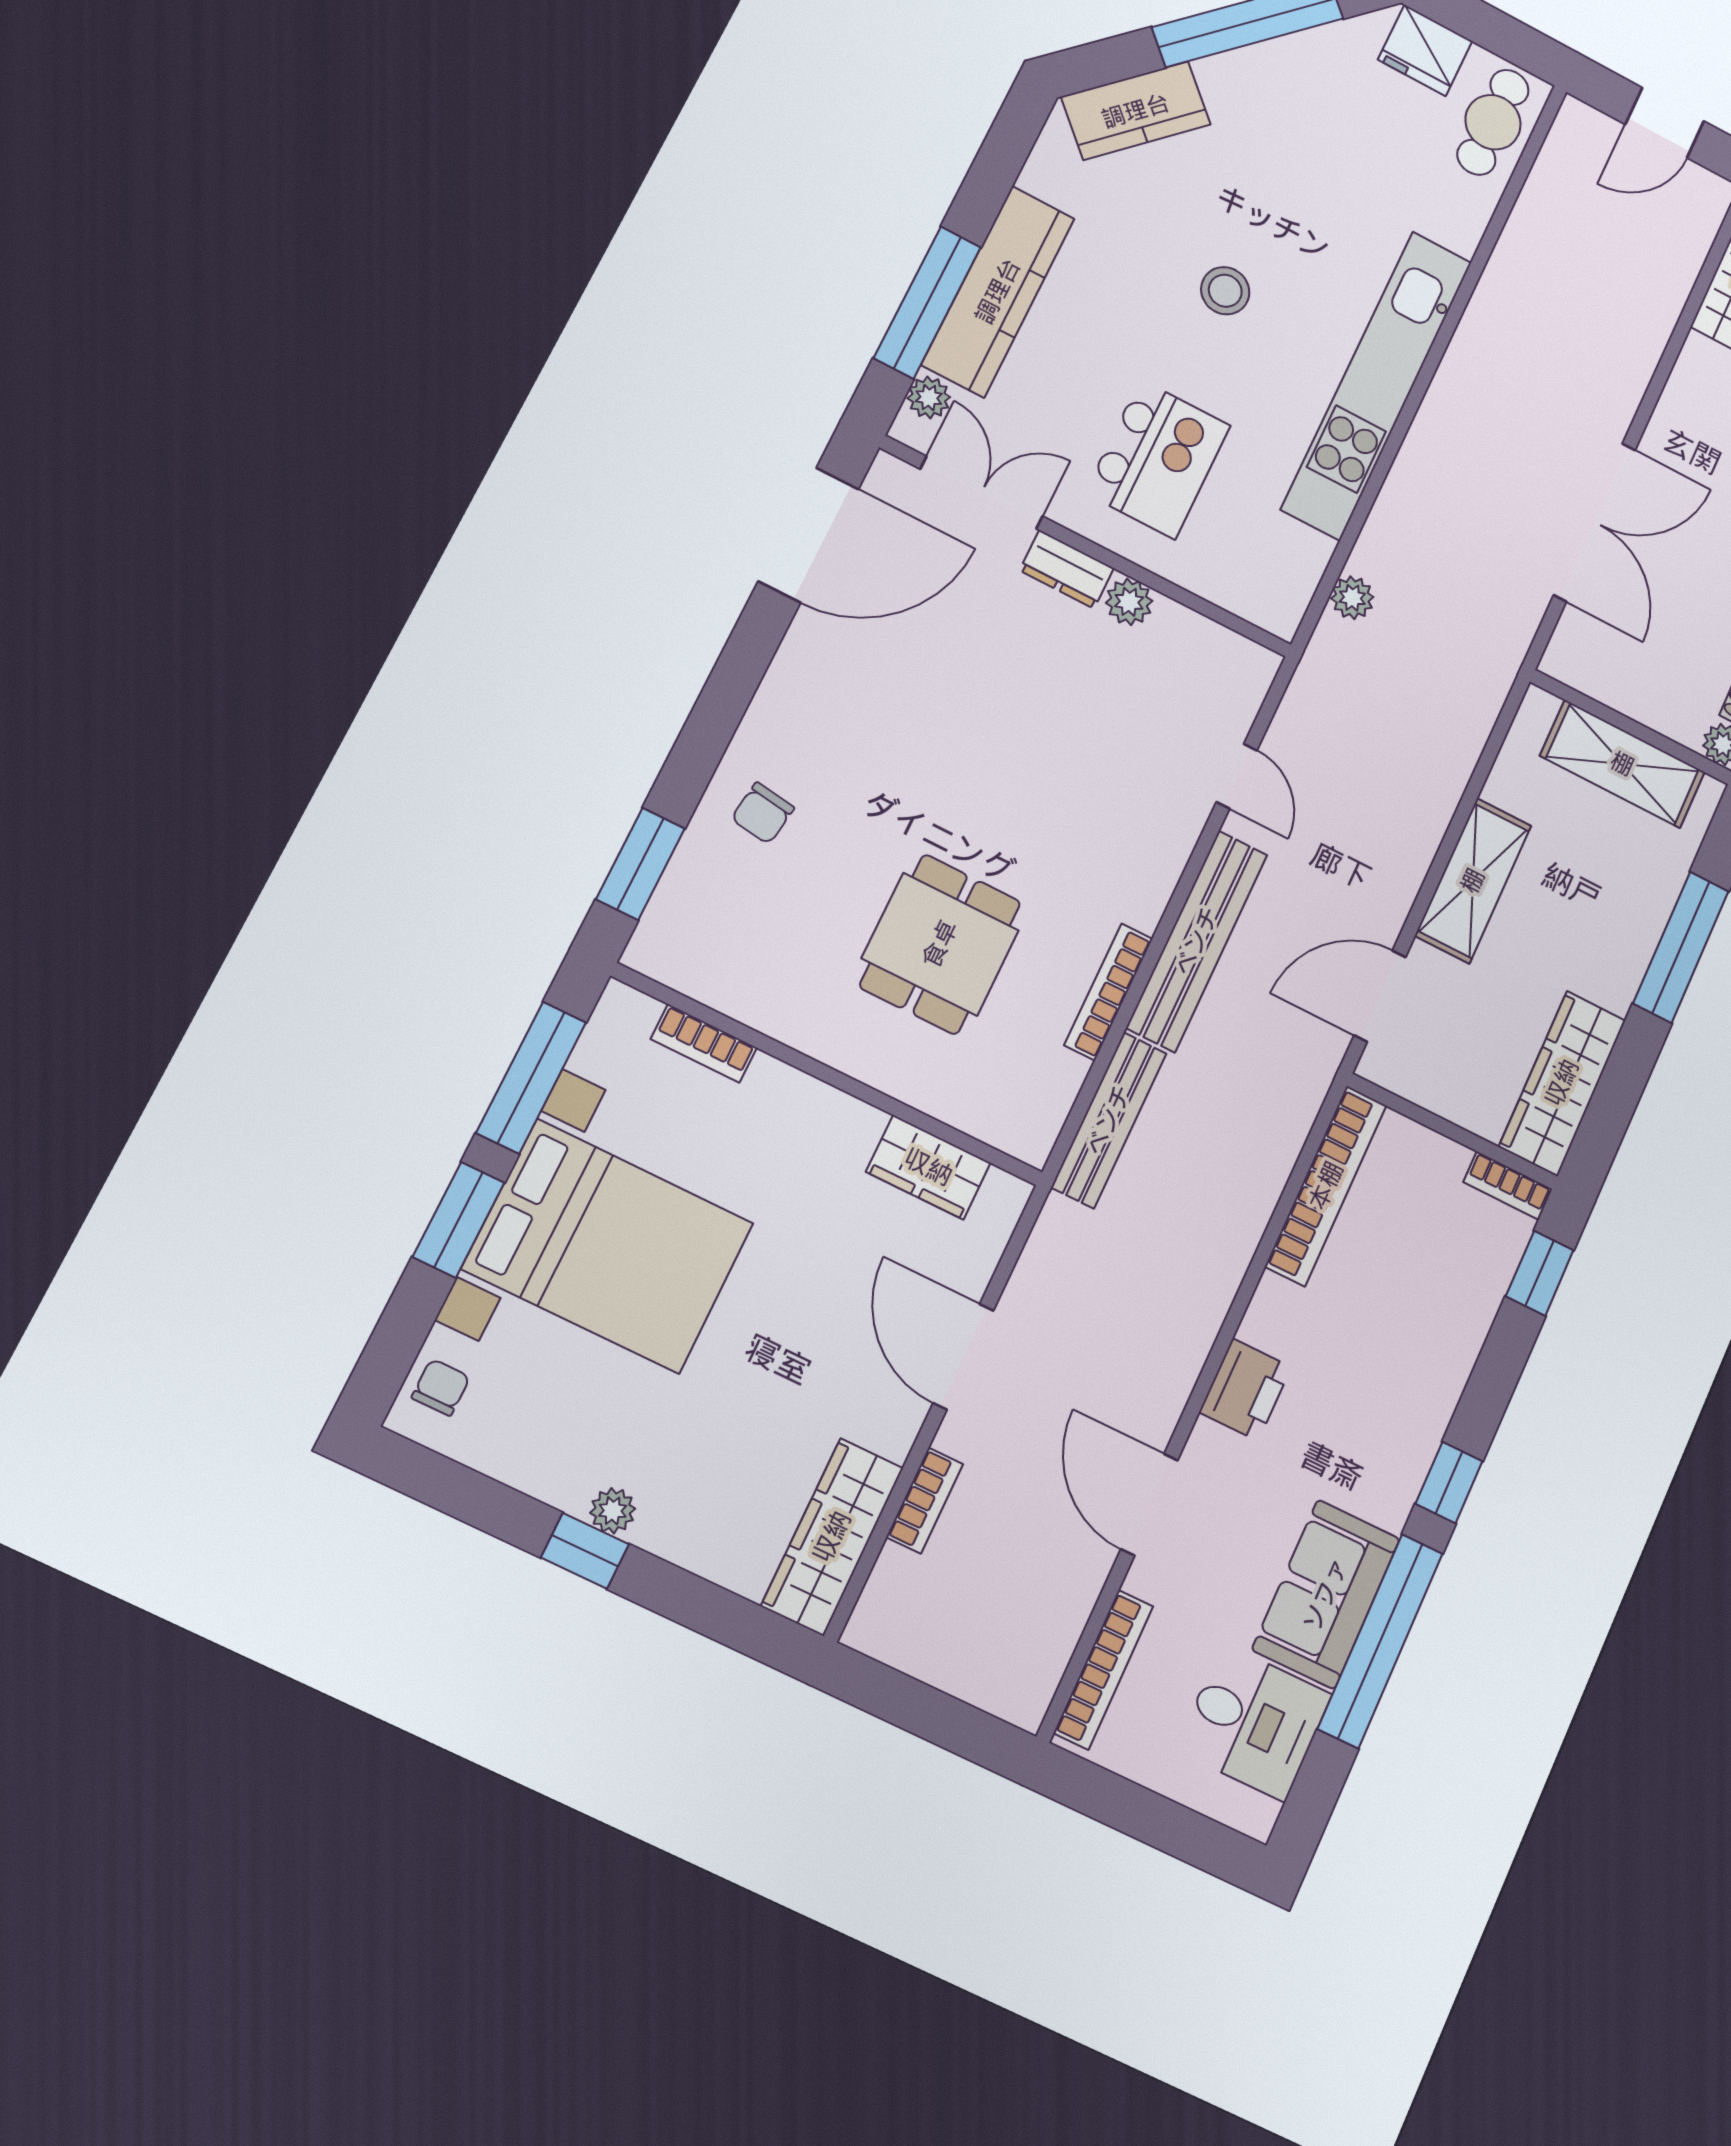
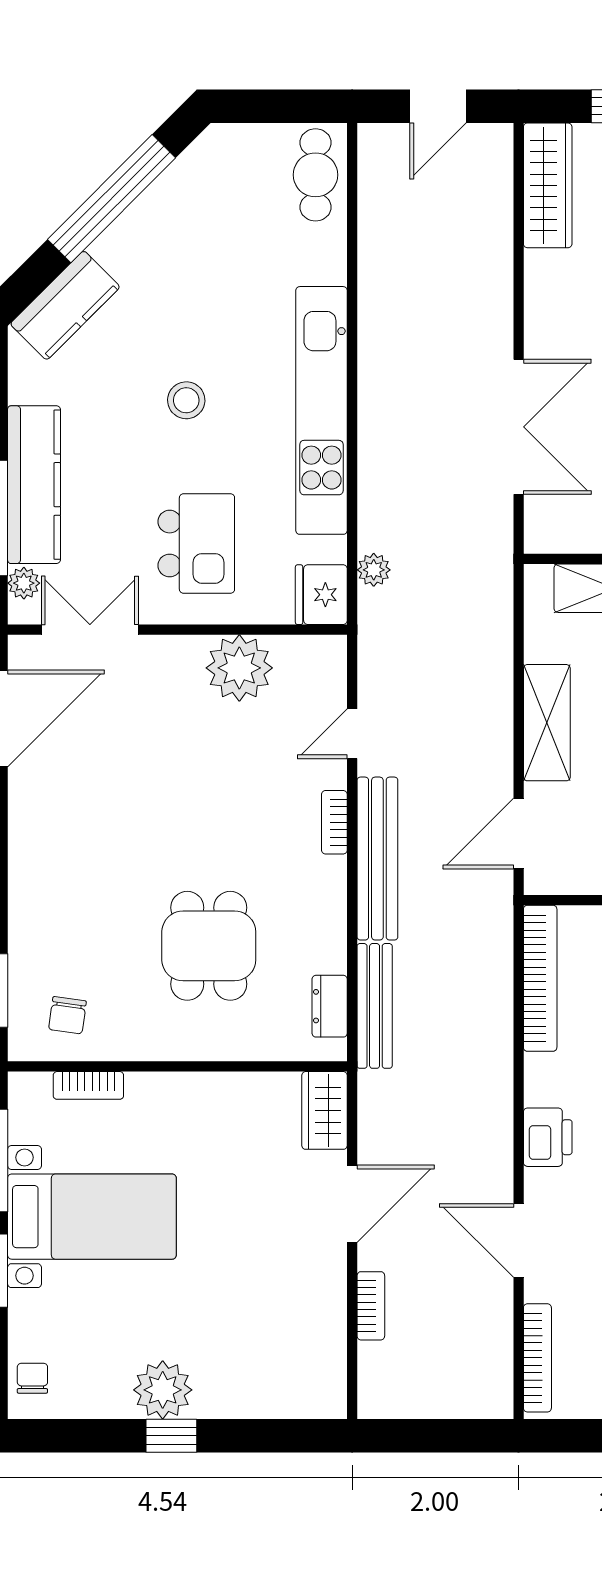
fridge: (1425, 50) -> (321, 595), moved, turned 90
dresser: (1067, 569) -> (330, 1006), moved, turned 90
plant: (1129, 602) -> (239, 668), width x1.88, depth x1.88
door: (1237, 776) -> (352, 734), swing flipped
chair: (763, 813) -> (67, 1015), moved
bookcase: (1108, 992) -> (334, 822), moved, width x0.64
wardrobe: (928, 1167) -> (324, 1110), moved, turned 90
bed with nightstands: (608, 1246) -> (92, 1217), width x0.73
door: (963, 1357) -> (352, 1204), swing flipped
plant: (613, 1511) -> (163, 1390), width x1.87, depth x1.87
wardrobe: (832, 1537) -> (323, 1356), removed

